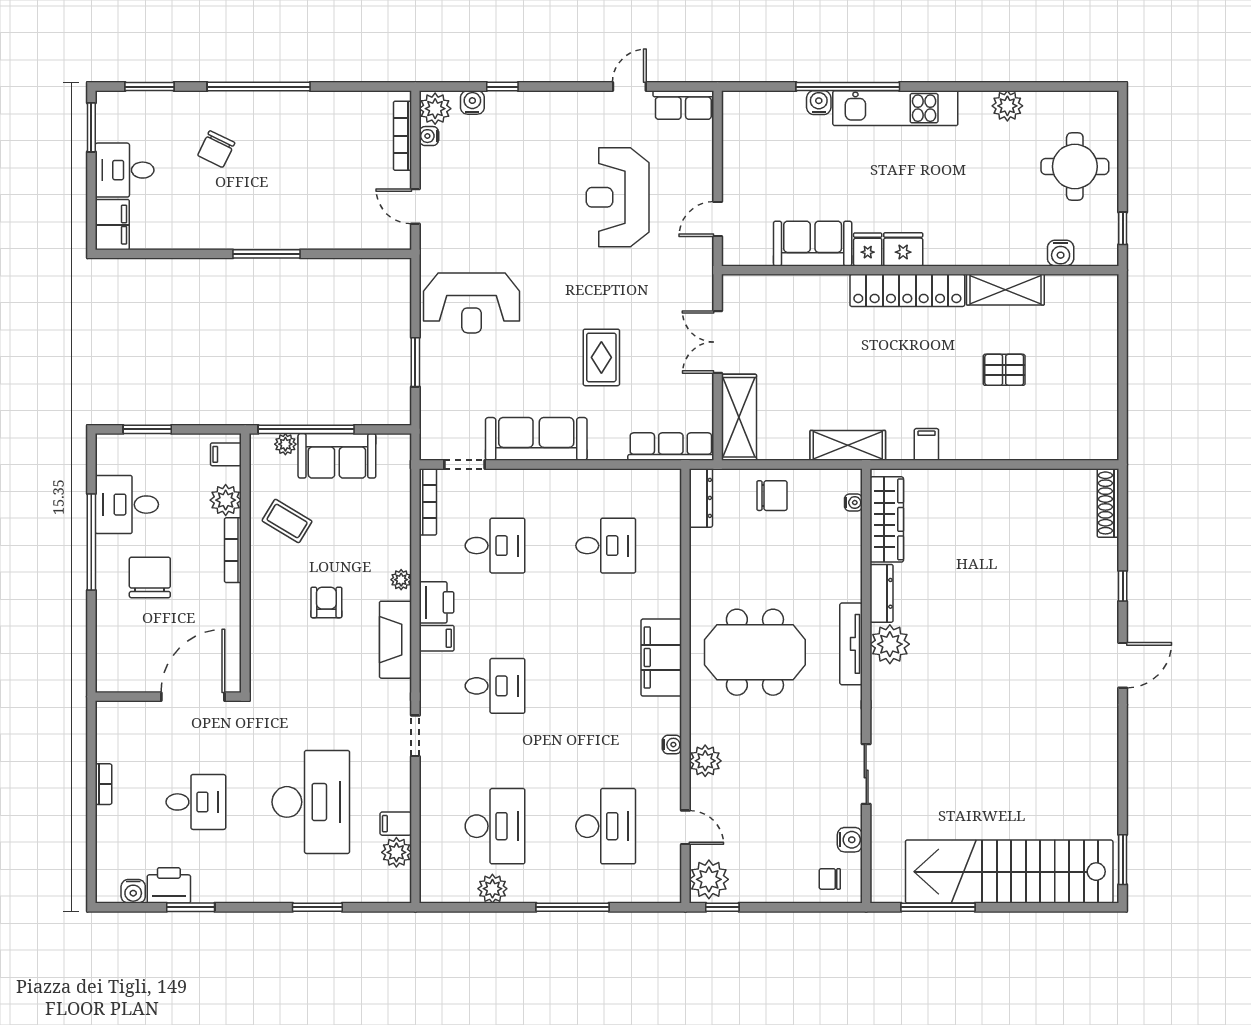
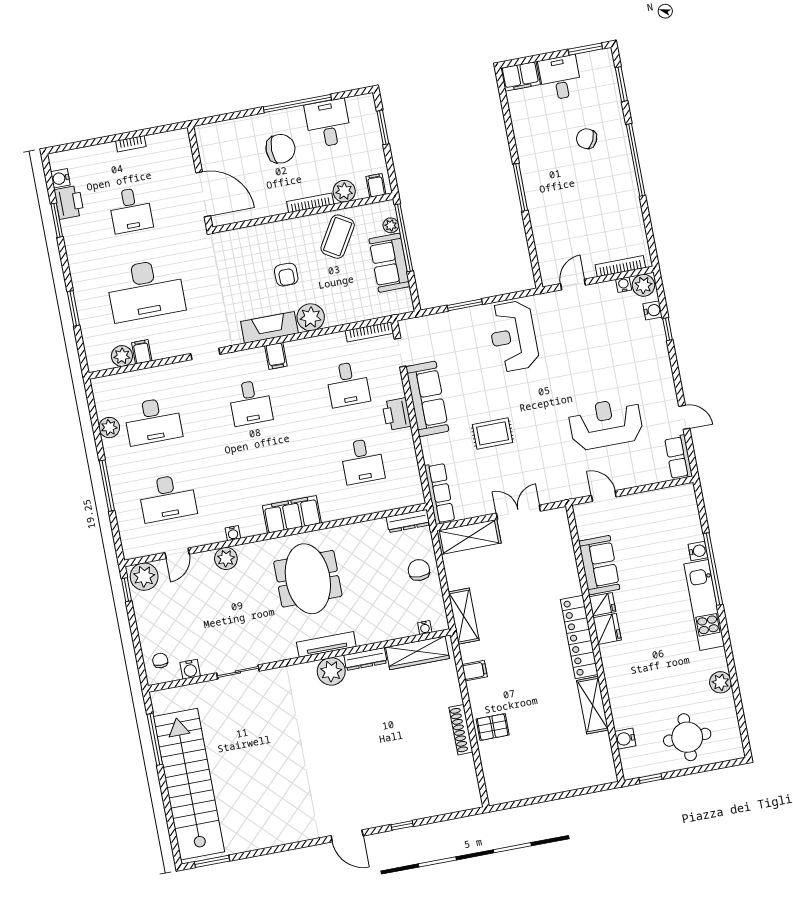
pallet: (1004, 370) -> (493, 727), moved, turned 90
chair: (772, 496) -> (419, 570), turned 180
shoe rack: (1108, 503) -> (461, 730), moved, turned -90
coffee table: (287, 521) -> (338, 237), width x1.36, depth x1.30
plant: (401, 580) -> (311, 317), width x1.88, depth x1.88
armchair: (326, 602) -> (286, 275), turned 90
printer: (437, 602) -> (397, 414), moved, turned 90

